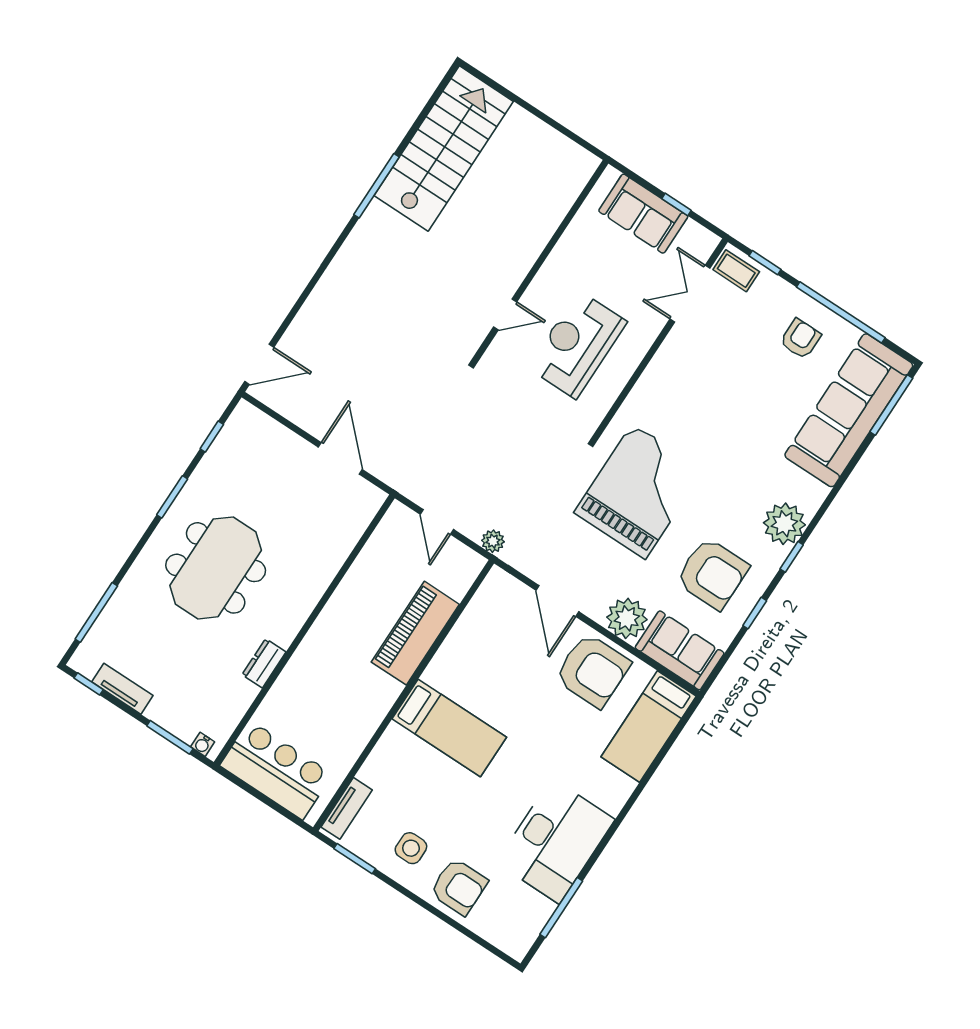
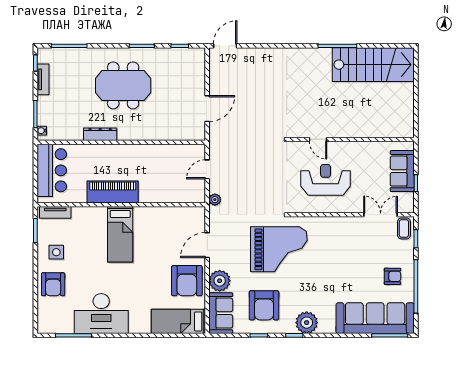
door: (259, 364) -> (225, 46), swing flipped
piano: (415, 633) -> (113, 192), moved
dresser: (264, 663) -> (100, 134), width x1.44

